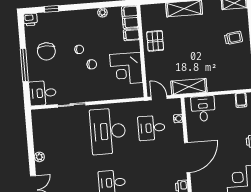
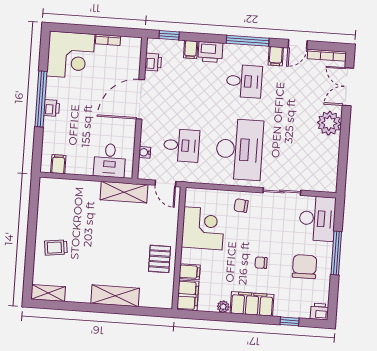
filing cabinet: (81, 18) -> (252, 304), added
chair: (92, 64) -> (241, 206), moved
desk: (43, 93) -> (317, 219), width x1.37
plant: (39, 157) -> (329, 123), width x1.88, depth x1.88

